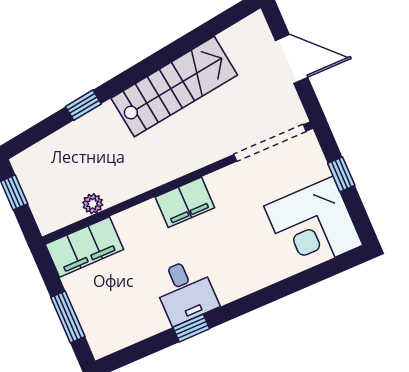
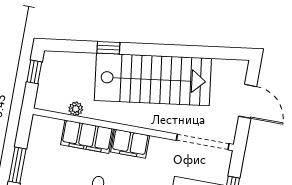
stairs: (174, 87) -> (153, 79), width x1.36, depth x1.51
filing cabinet: (84, 247) -> (87, 137), moved

